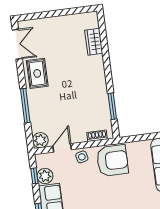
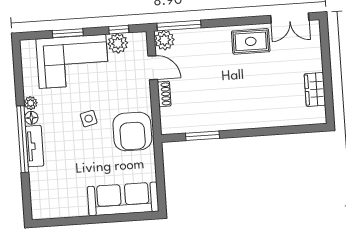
wardrobe: (94, 42) -> (315, 89), moved, turned -90
window: (25, 106) -> (179, 26), moved
shoe rack: (97, 136) -> (164, 94), moved
side table: (82, 157) -> (89, 119), moved

